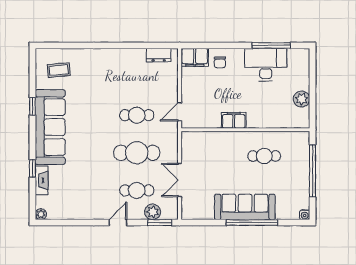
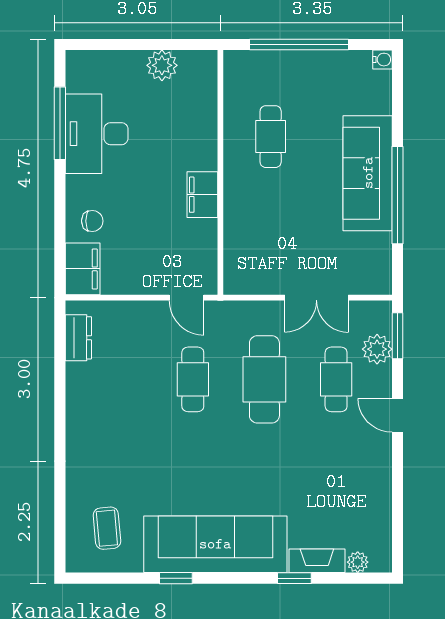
plant: (41, 214) -> (358, 562), moved
window: (252, 223) -> (397, 195), moved

